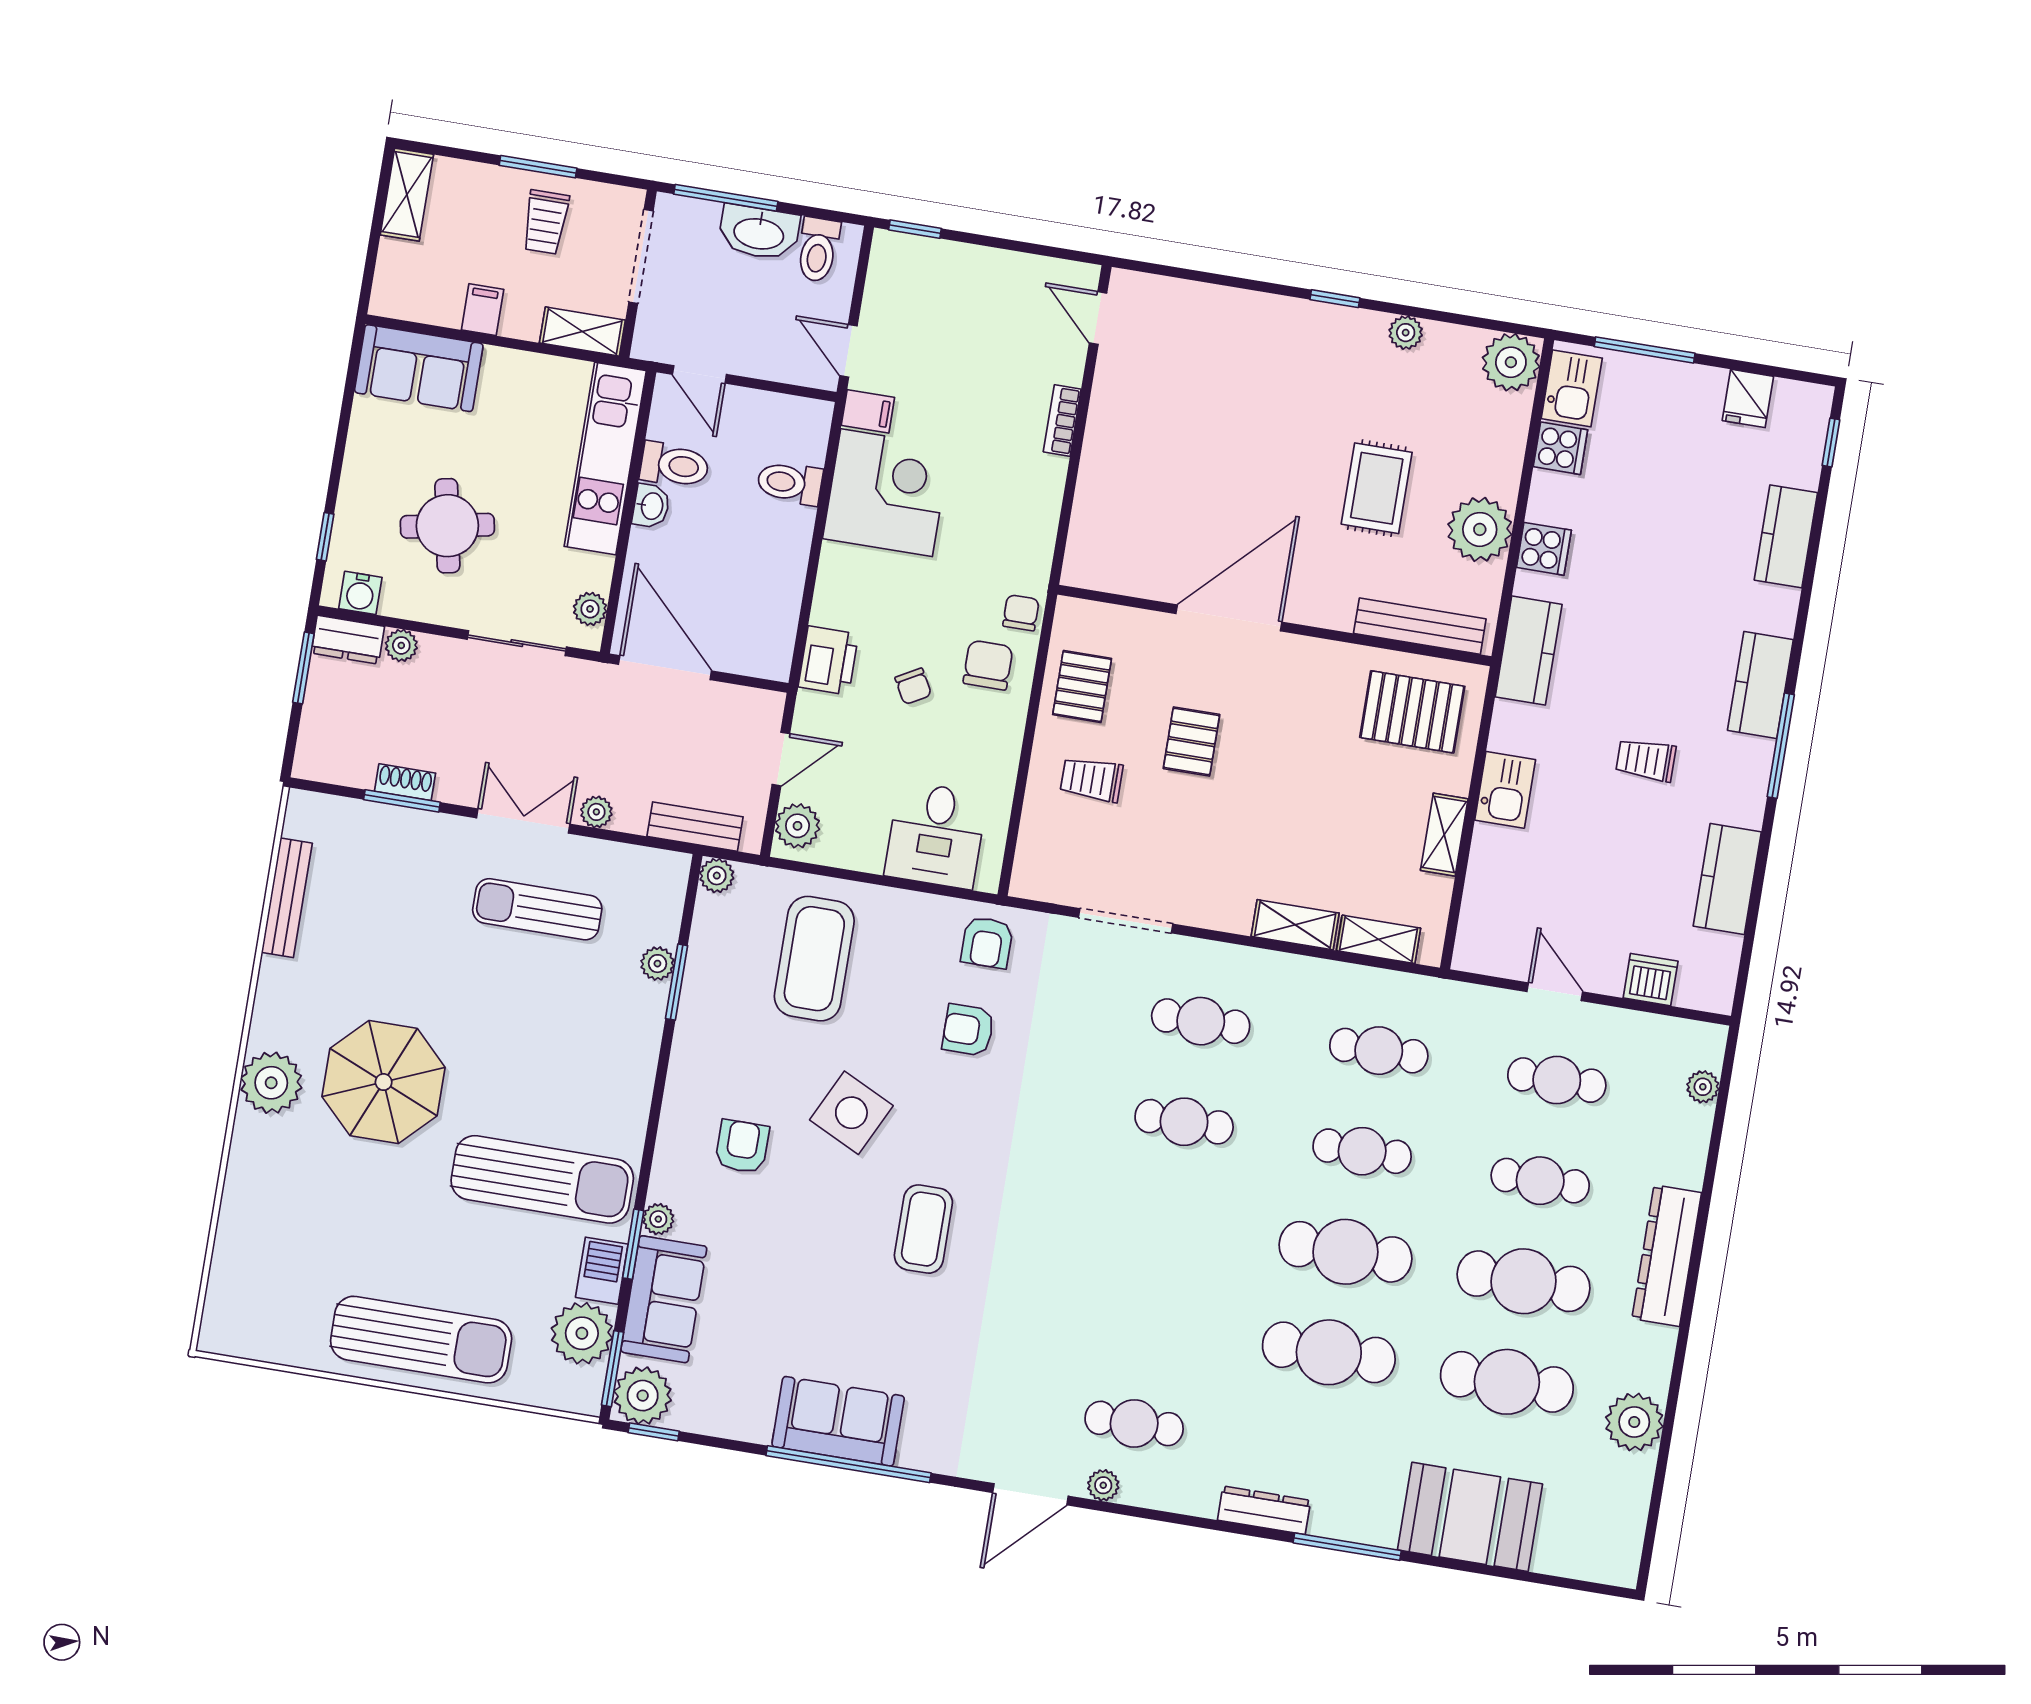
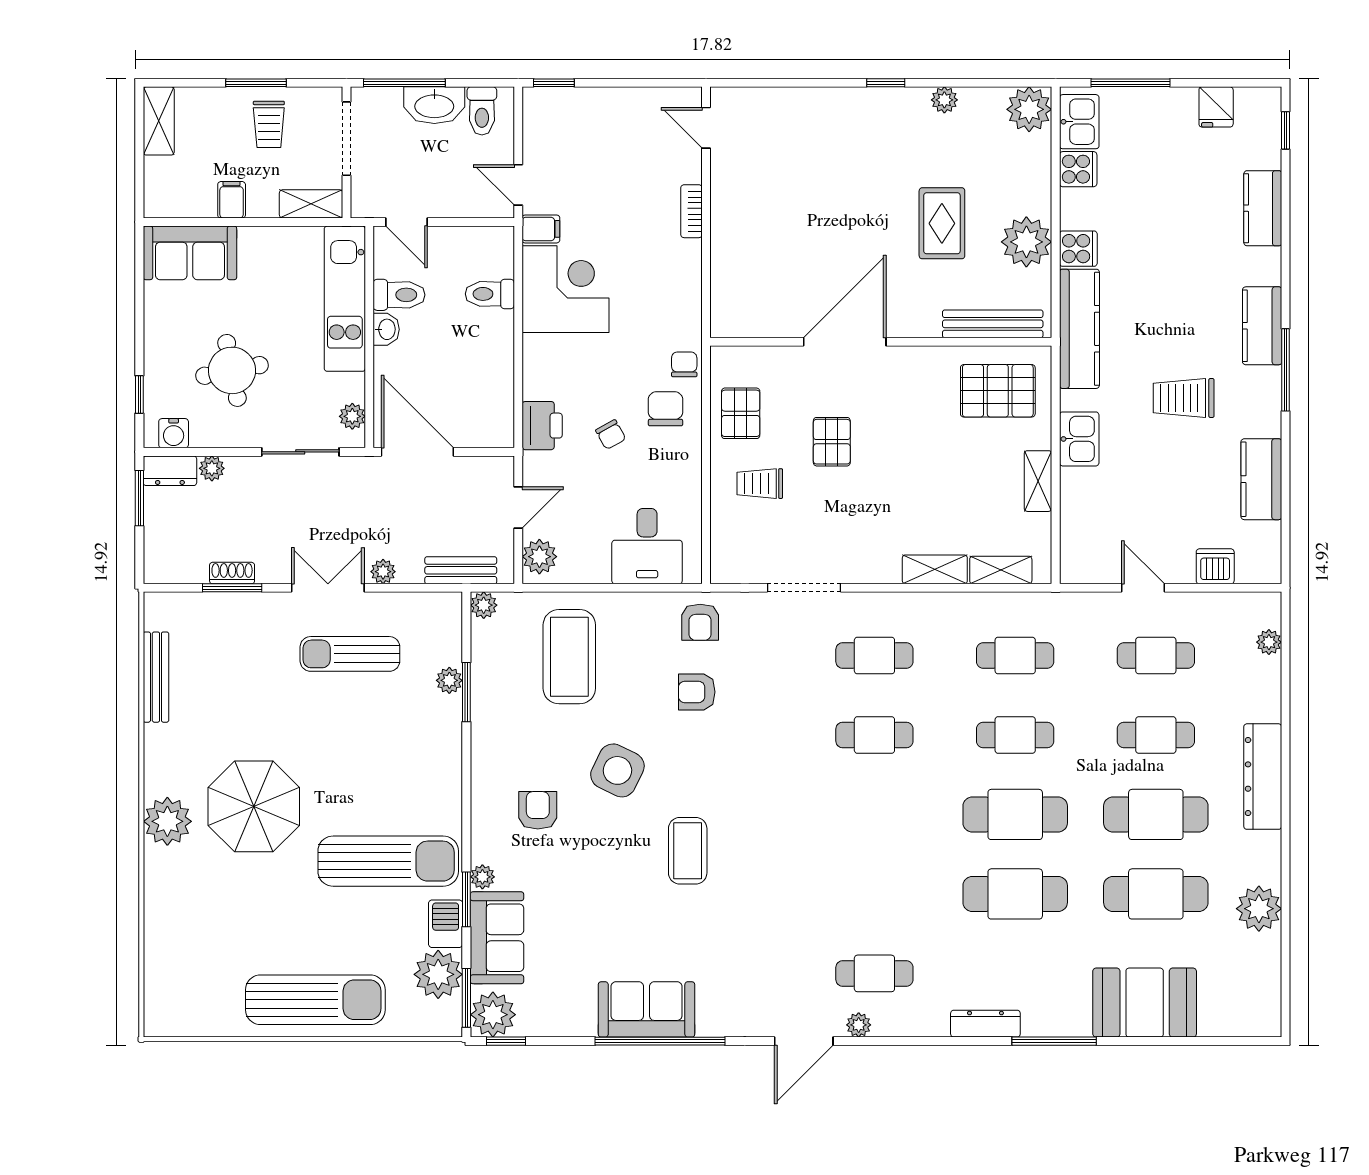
kitchen counter: (1529, 651) -> (1079, 329), width x1.50
trolley: (1646, 760) -> (1184, 398), width x1.36, depth x1.39

